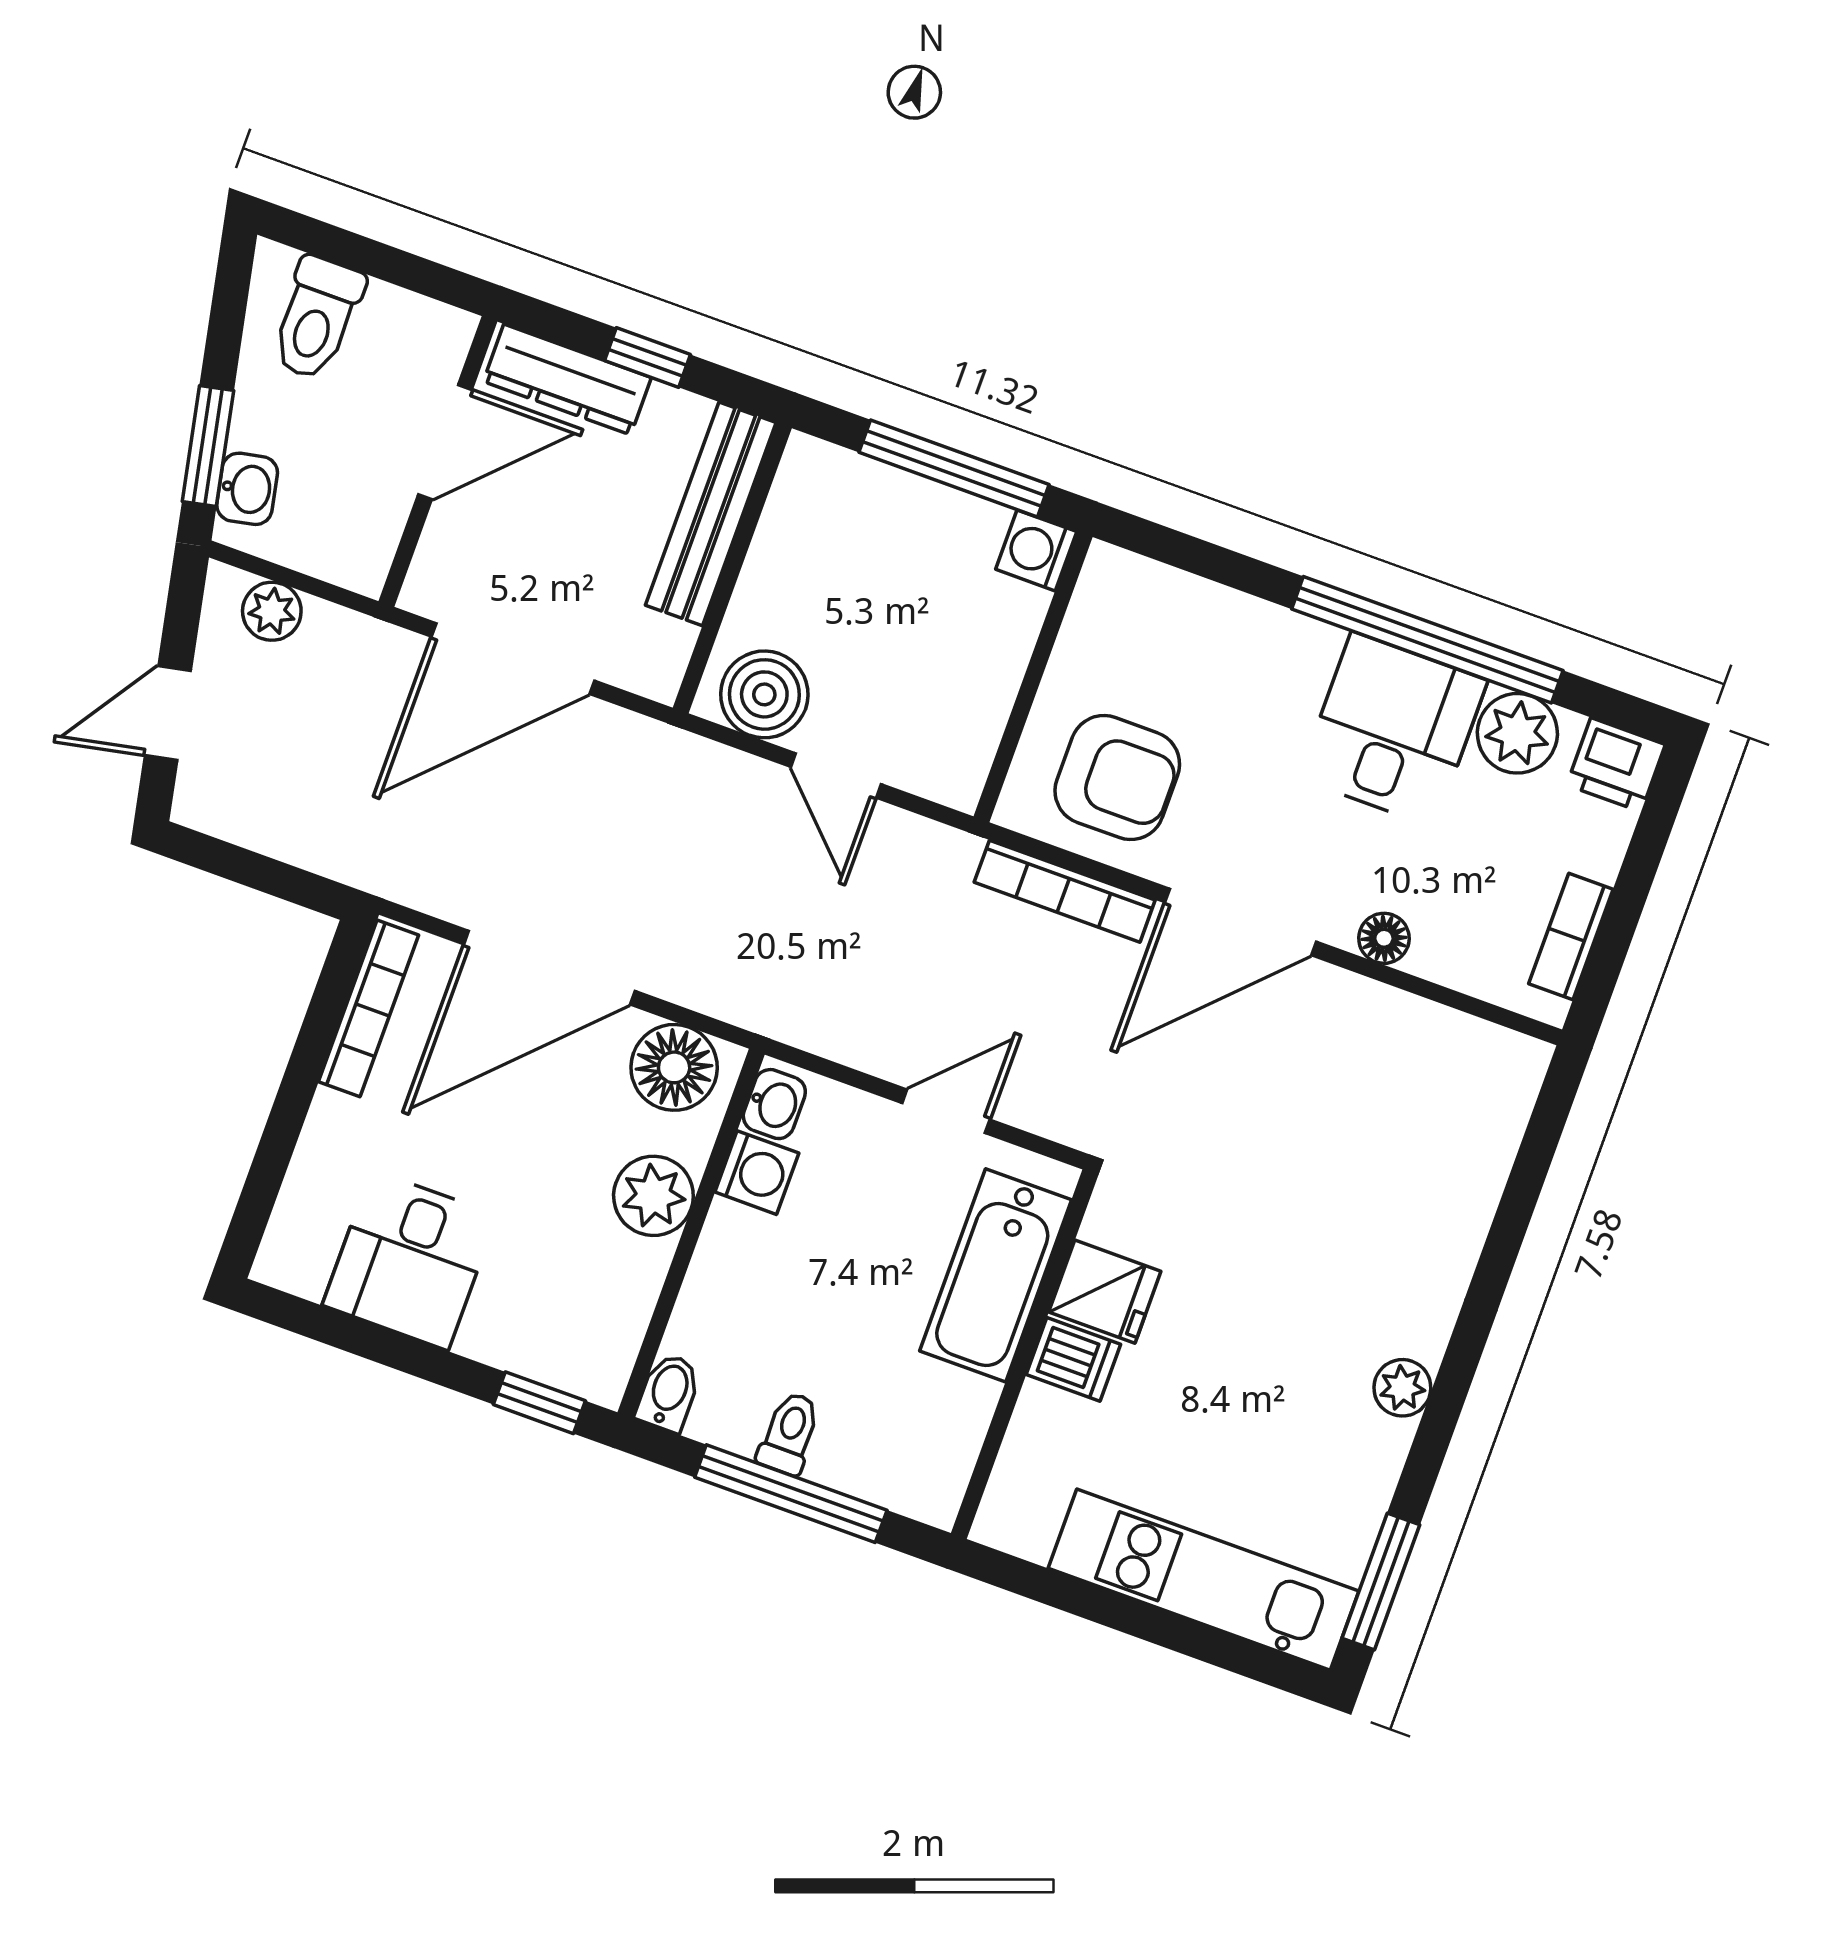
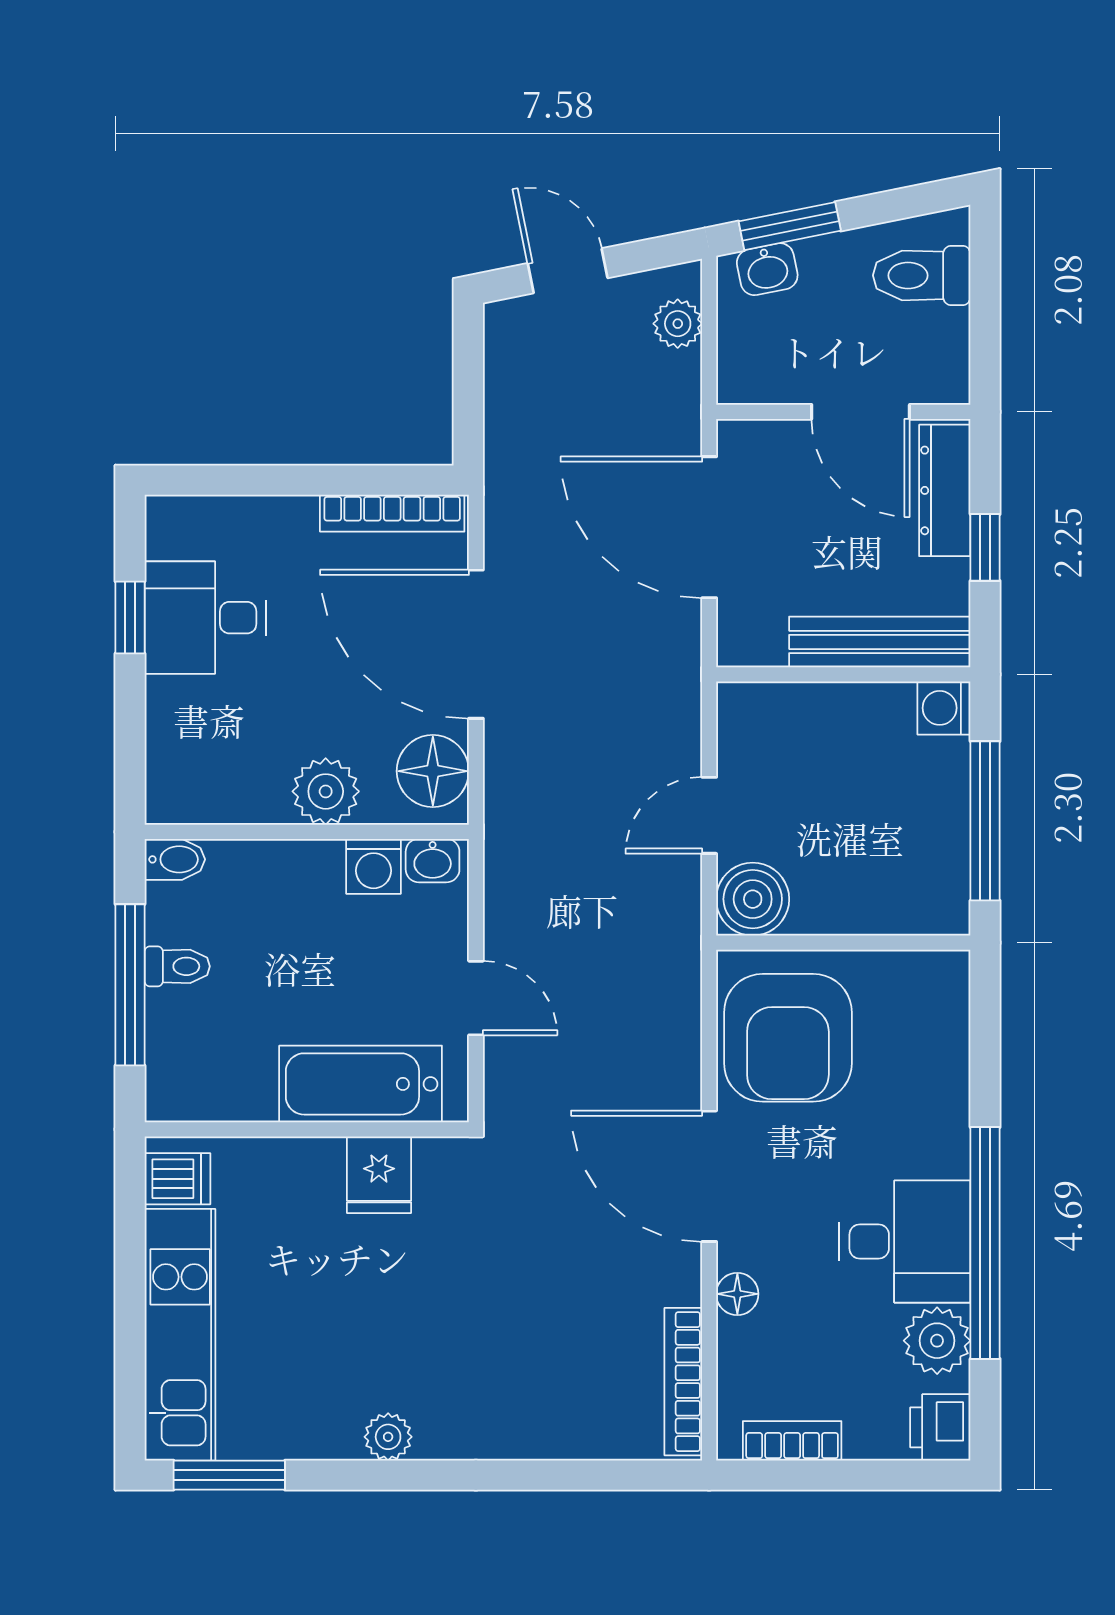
washing machine: (1036, 550) -> (944, 708), moved, turned -90
boiler: (764, 694) -> (753, 899), moved
armchair: (1117, 778) -> (788, 1038), width x1.36, depth x1.36
bookcase: (1065, 891) -> (683, 1382), moved
dishwasher: (1073, 1359) -> (178, 1179), moved, turned -90
window: (539, 1403) -> (130, 617), moved

